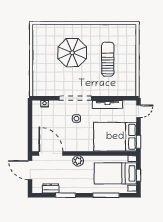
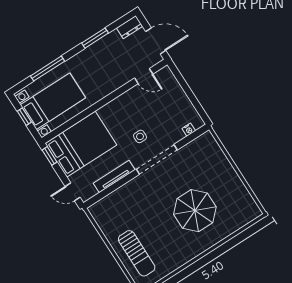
sun lounger: (108, 59) -> (137, 253), moved
door: (139, 111) -> (73, 192), hinge flipped
door: (51, 154) -> (144, 76), width x0.53
plant: (78, 161) -> (106, 88), removed
dresser: (51, 188) -> (130, 27), moved

